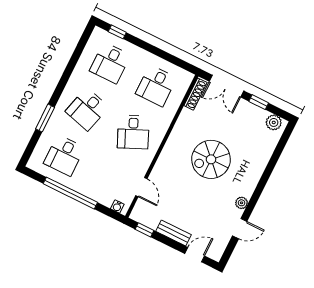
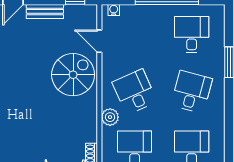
plant: (163, 122) -> (110, 117), added
spiral stairs: (211, 159) -> (73, 75), moved

